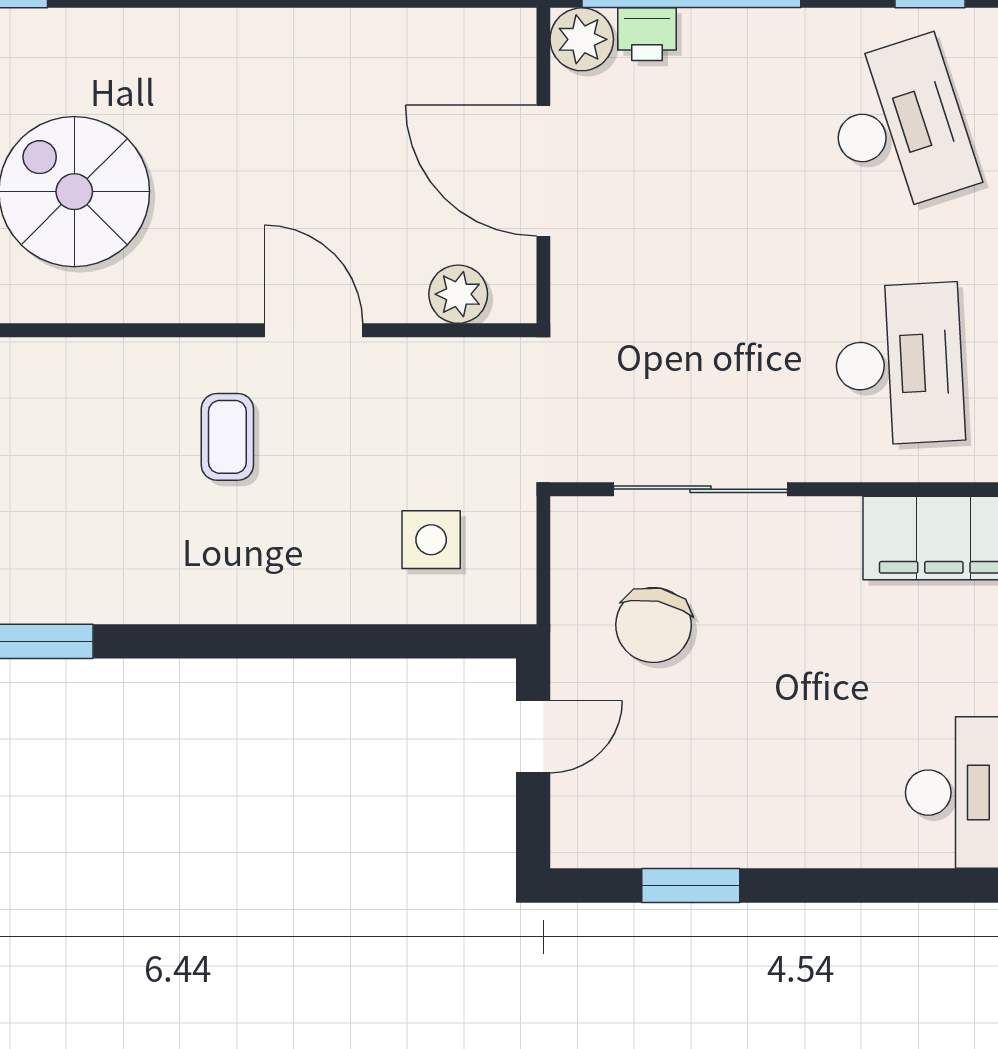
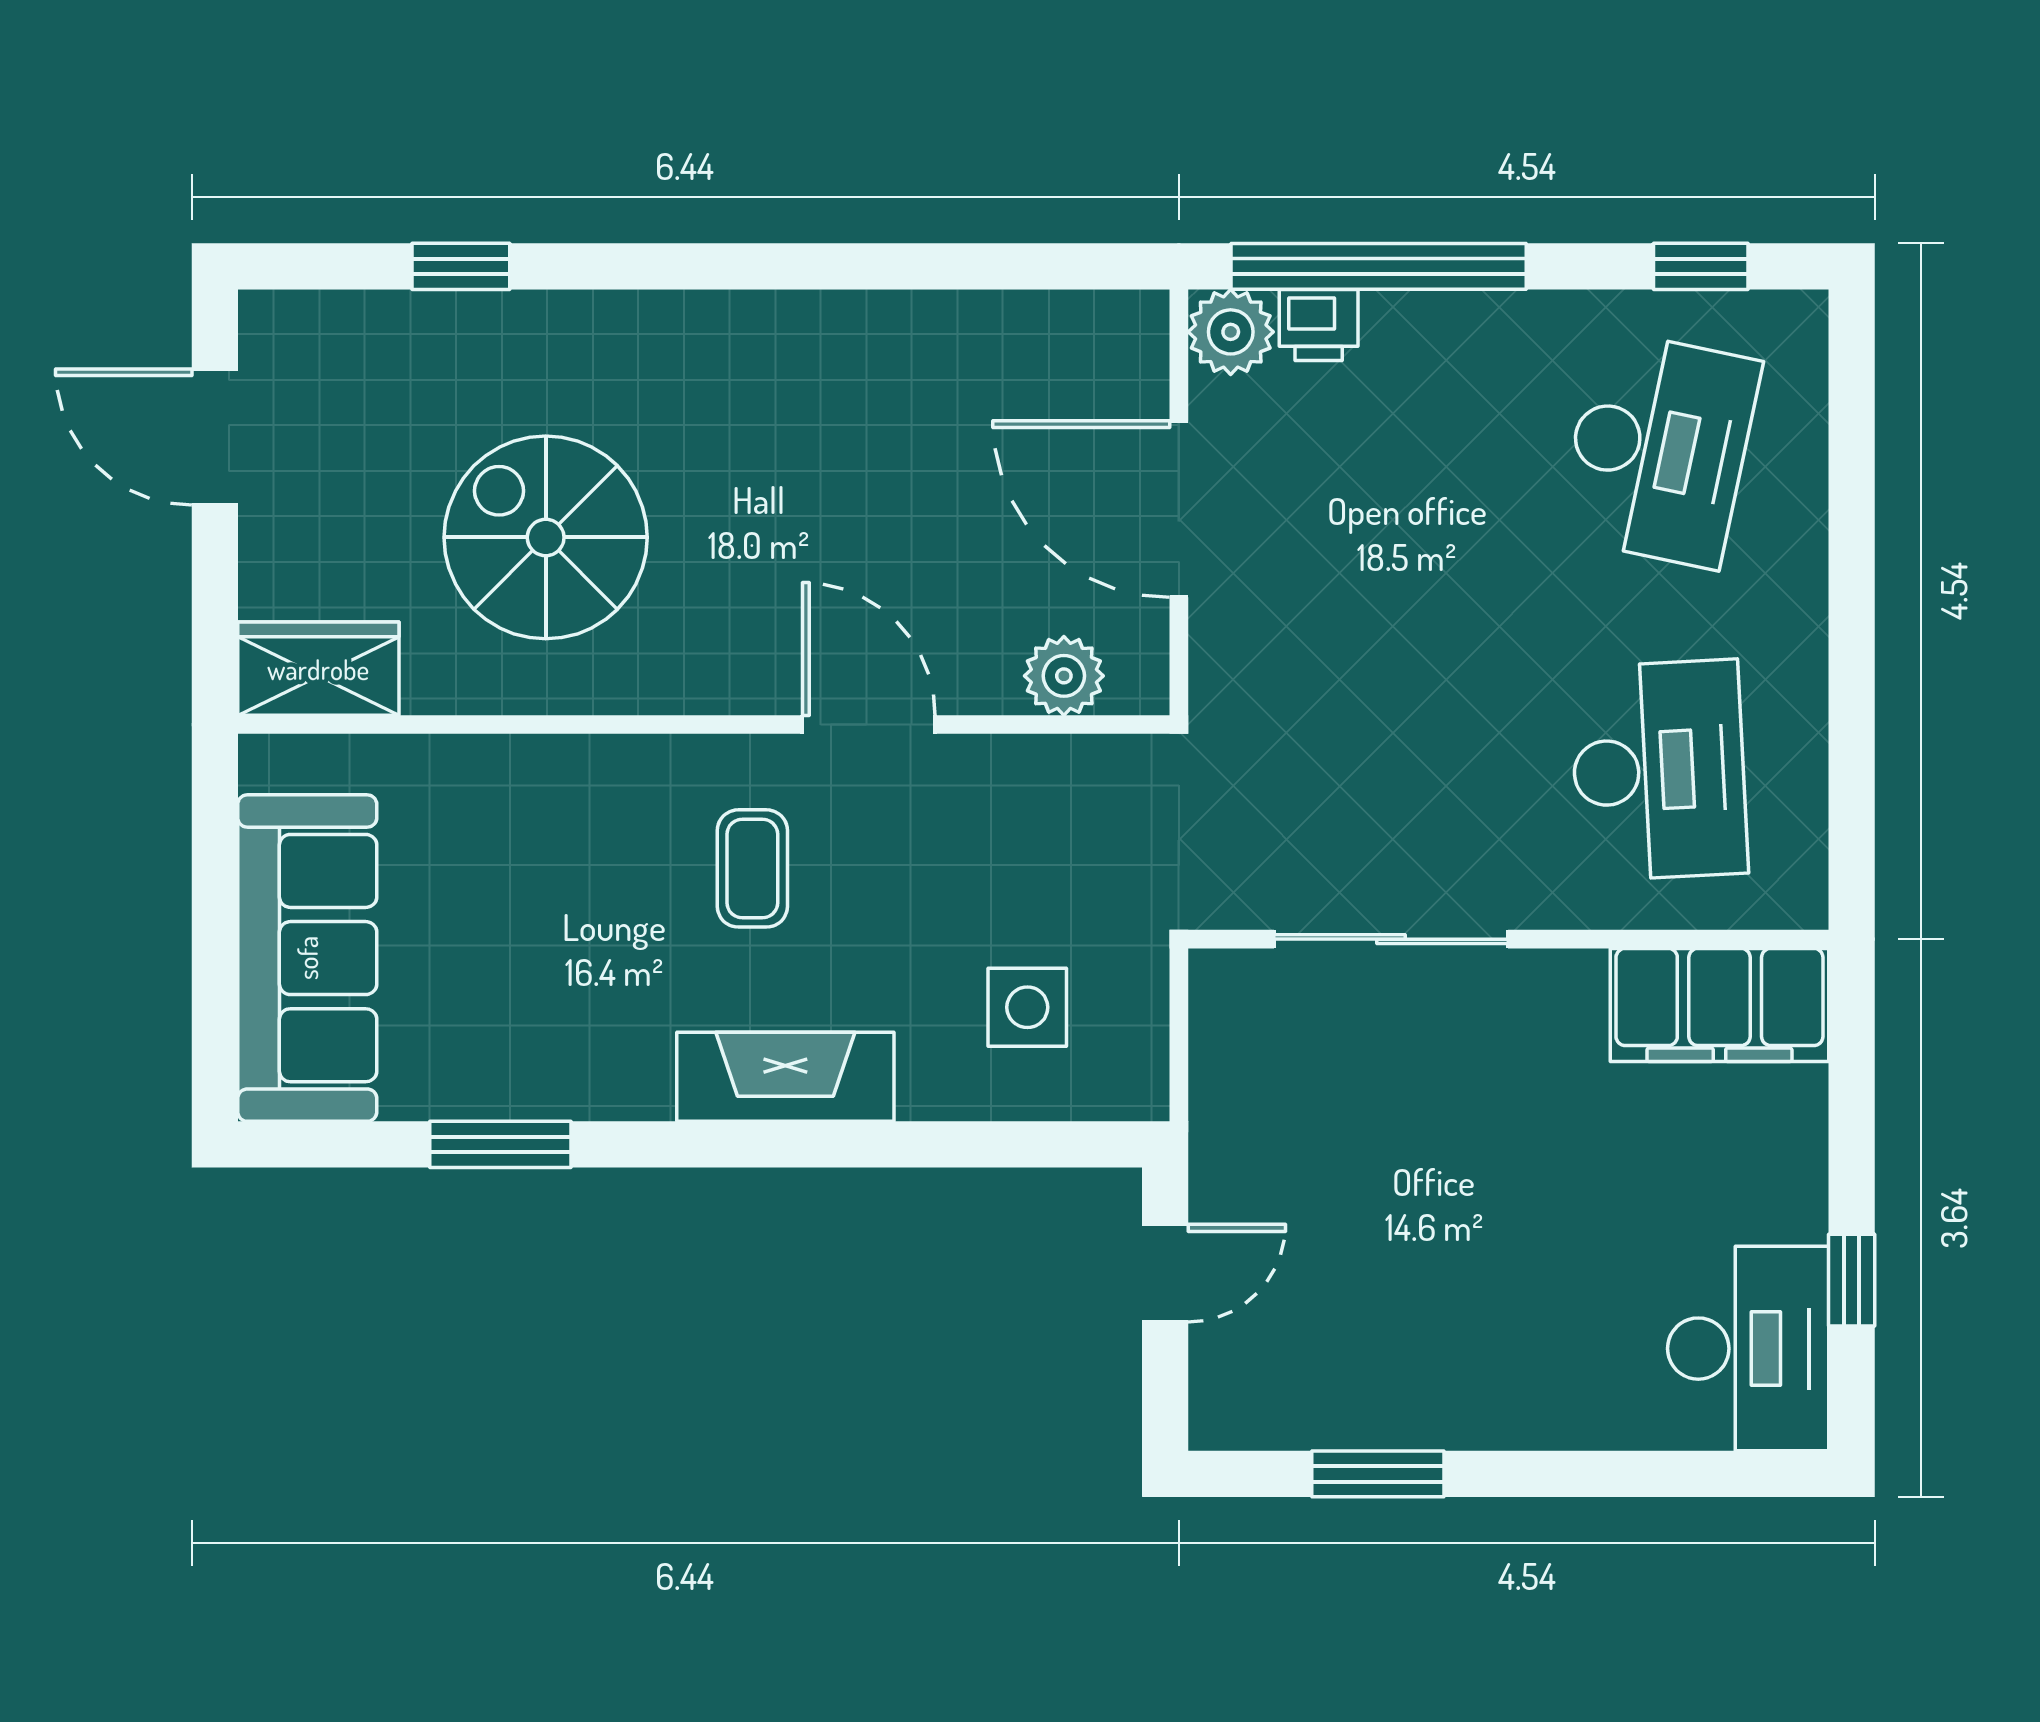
desk: (899, 126) -> (1659, 449), turned 30
fireplace: (252, 591) -> (785, 1077), added
chair: (654, 625) -> (1327, 1122), removed

